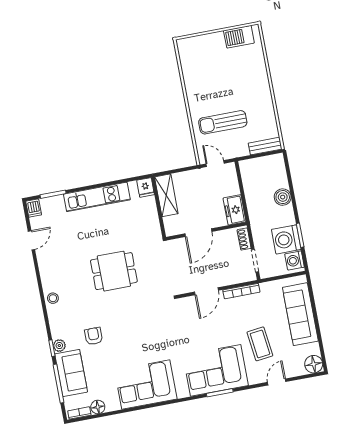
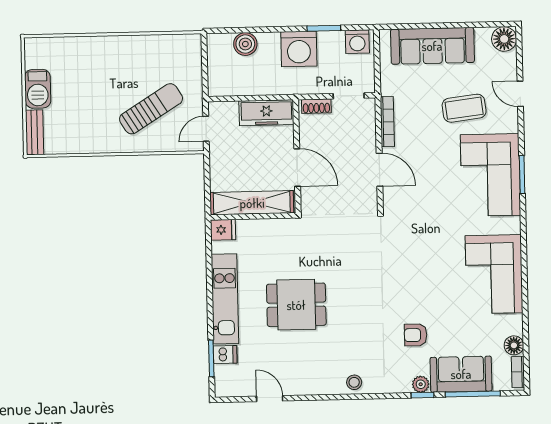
barbecue: (239, 37) -> (38, 89), moved
sun lounger: (223, 122) -> (151, 109), turned -122
bench: (265, 146) -> (35, 132), moved
shelving: (166, 195) -> (252, 203), width x1.47
boiler: (283, 197) -> (245, 44), moved
dishwasher: (34, 208) -> (225, 355), moved
freezer: (235, 210) -> (266, 113), width x1.40
washing machine: (286, 239) -> (299, 49), moved
dining table: (114, 271) -> (296, 305), moved, turned 90

